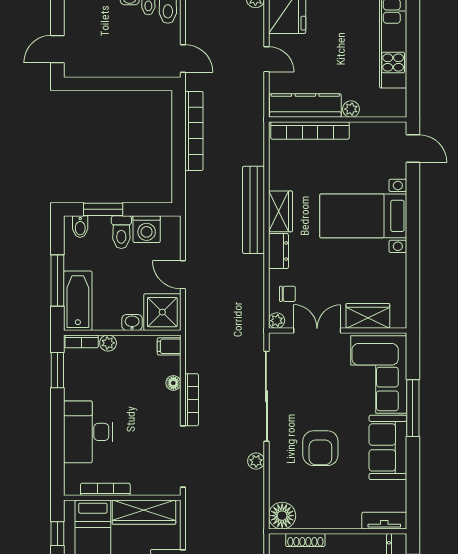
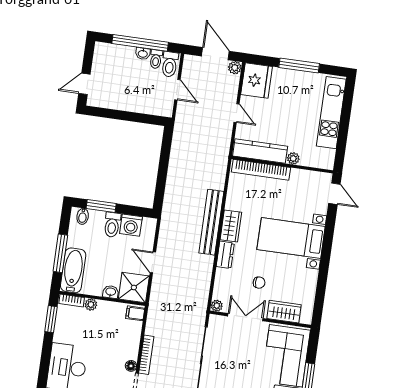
door: (183, 58) -> (177, 90), moved
bookcase: (194, 131) -> (176, 158), removed
chair: (287, 294) -> (259, 283), moved
floor lamp: (173, 383) -> (131, 366), moved

